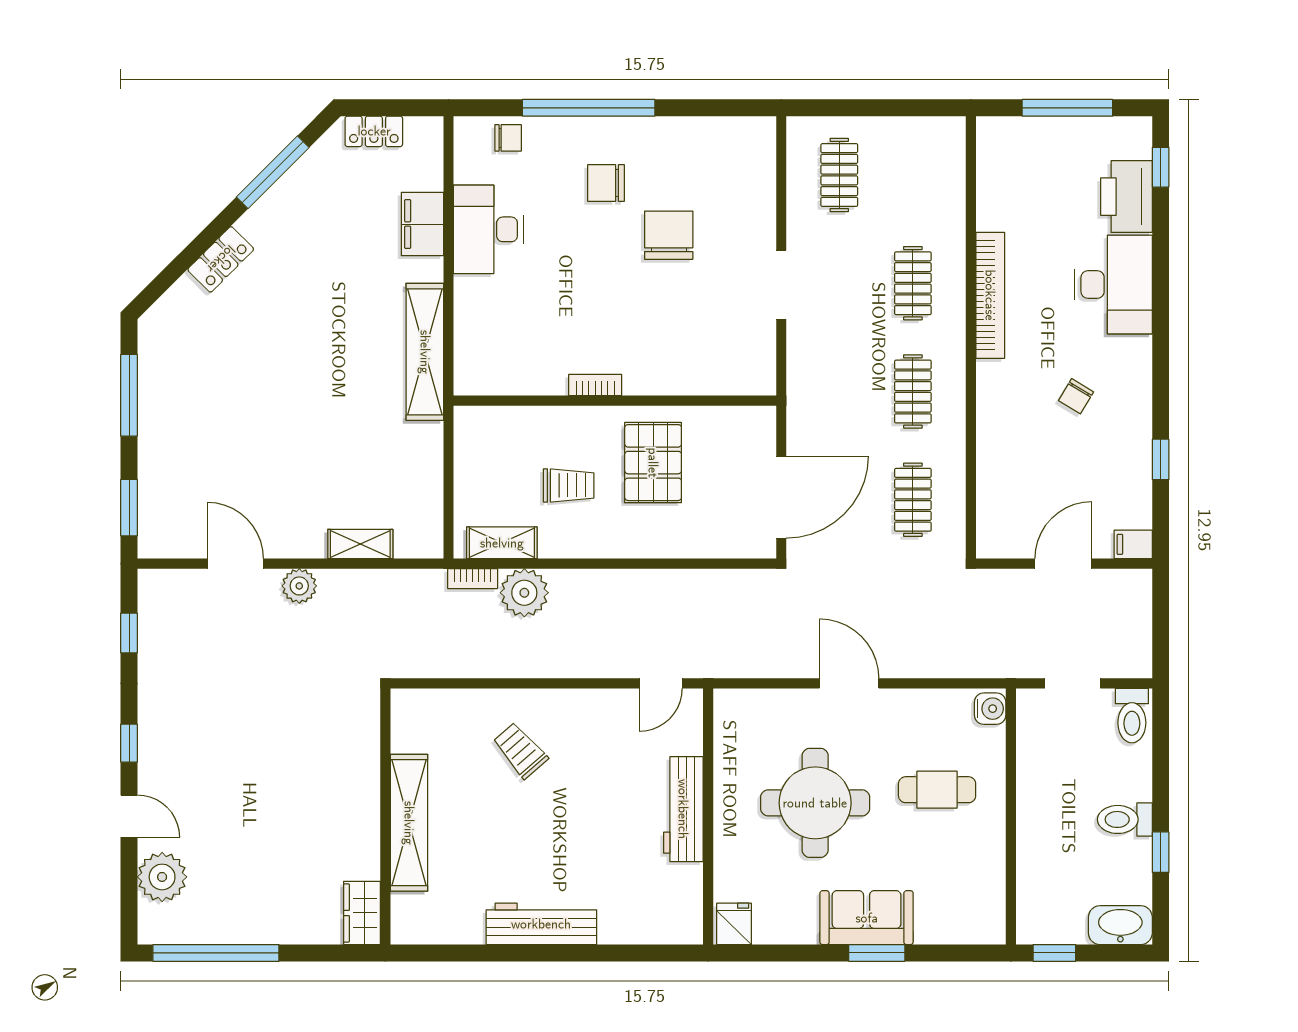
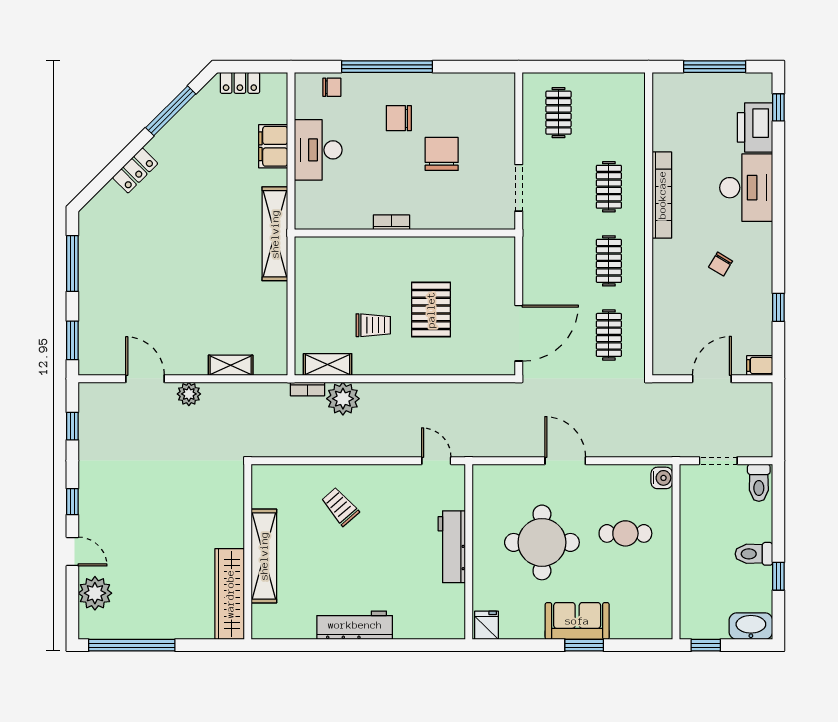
bookcase: (595, 385) -> (391, 222), moved
wall: (615, 401) -> (405, 233), moved
door: (661, 683) -> (436, 461), swing flipped
wardrobe: (362, 913) -> (230, 594), width x2.10, depth x1.17

